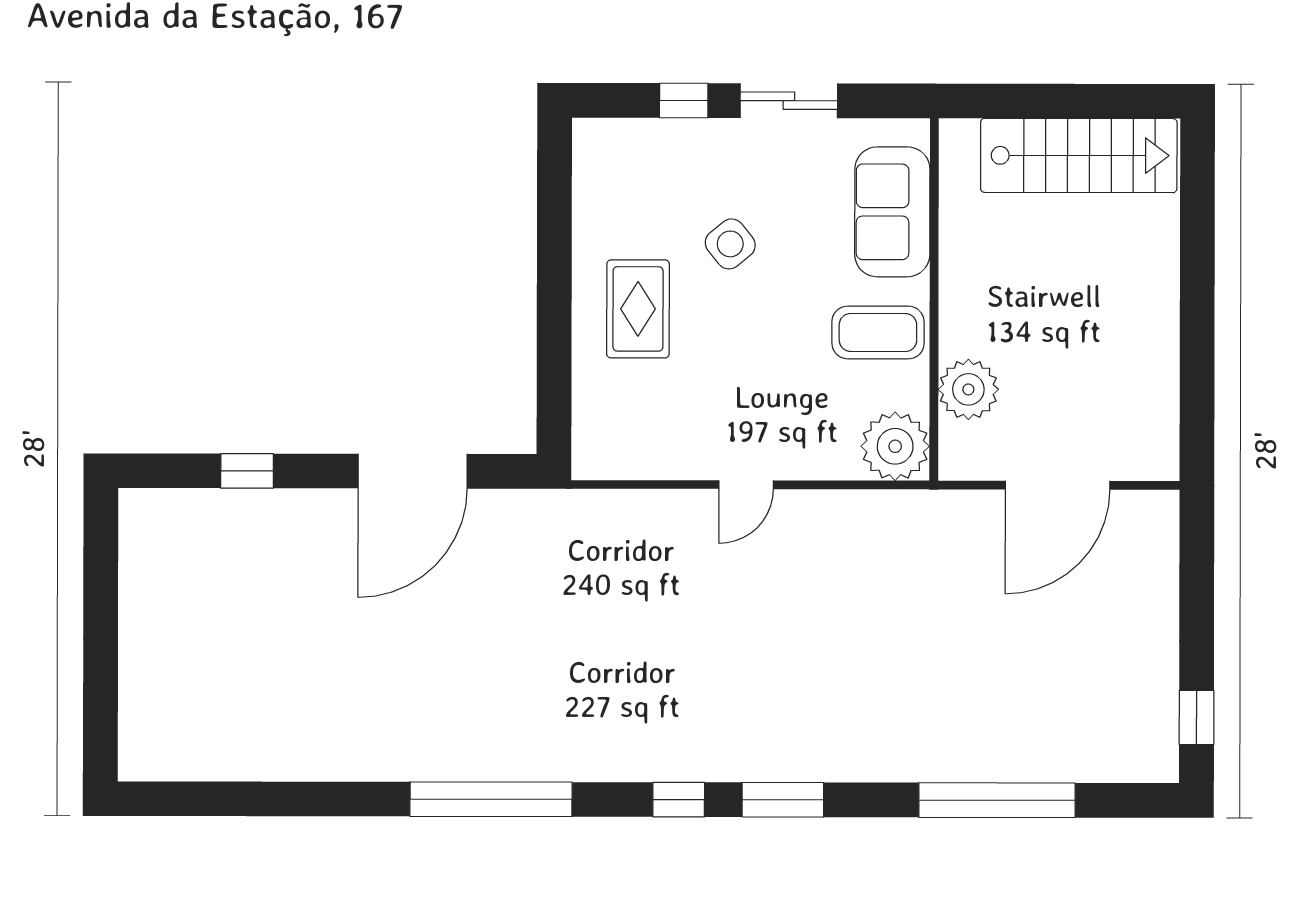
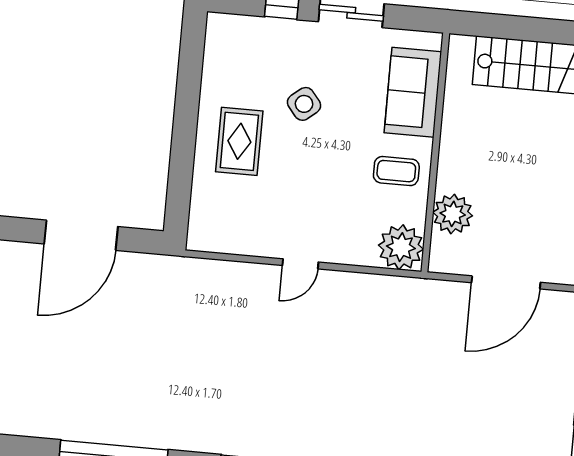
coffee table: (878, 332) -> (396, 171), width x0.73, depth x0.77

